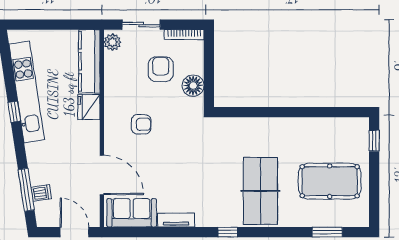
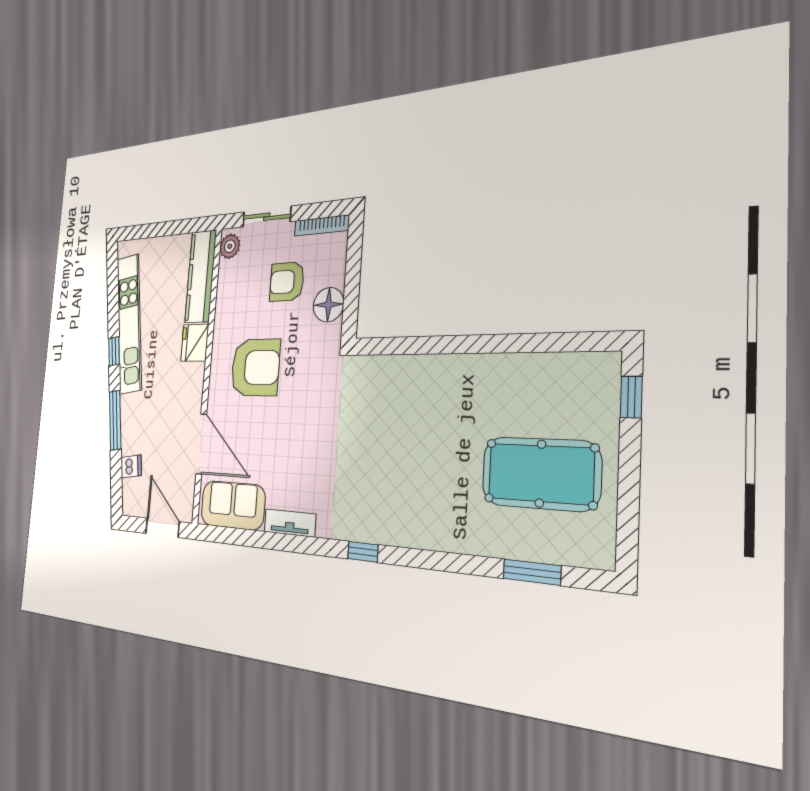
armchair: (161, 69) -> (287, 282), turned -90
armchair: (141, 124) -> (255, 368), width x1.88, depth x1.88
window: (26, 190) -> (115, 420), moved
table tennis table: (260, 191) -> (419, 484), removed

